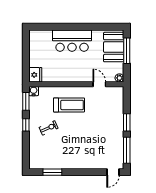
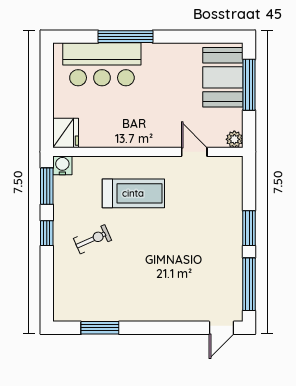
window: (65, 27) -> (125, 37), added
bar counter: (72, 41) -> (102, 64), moved

